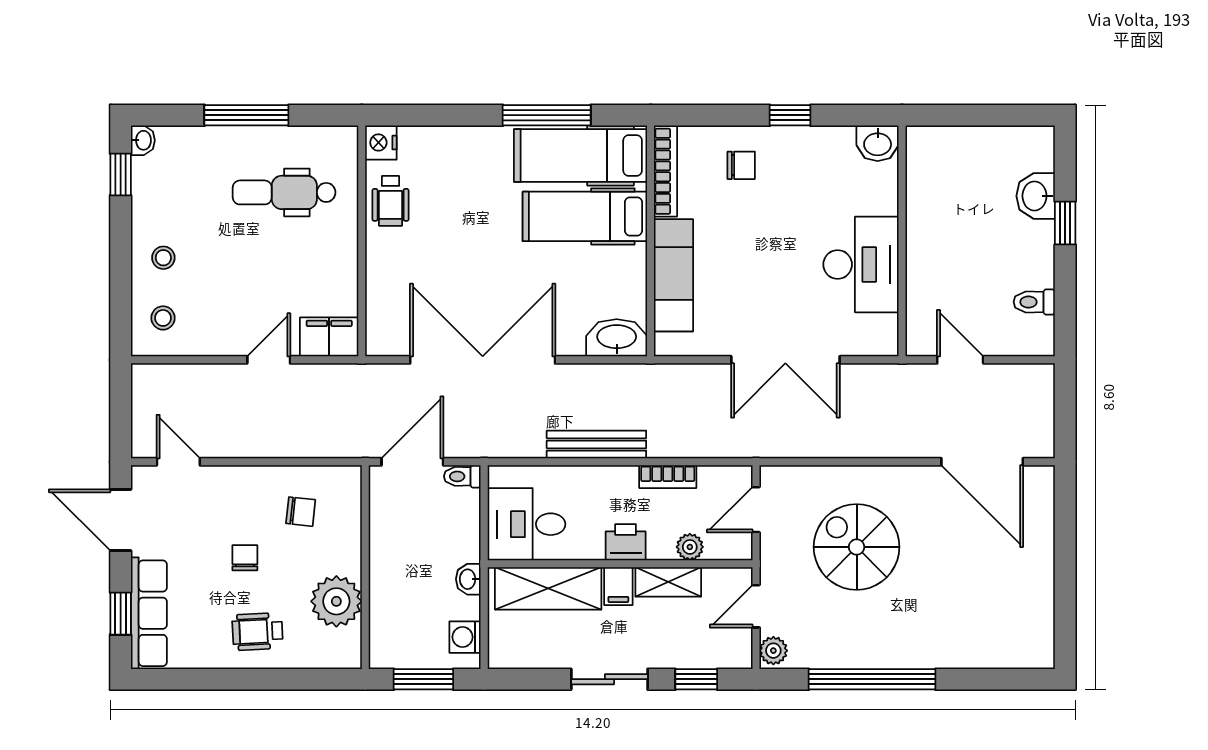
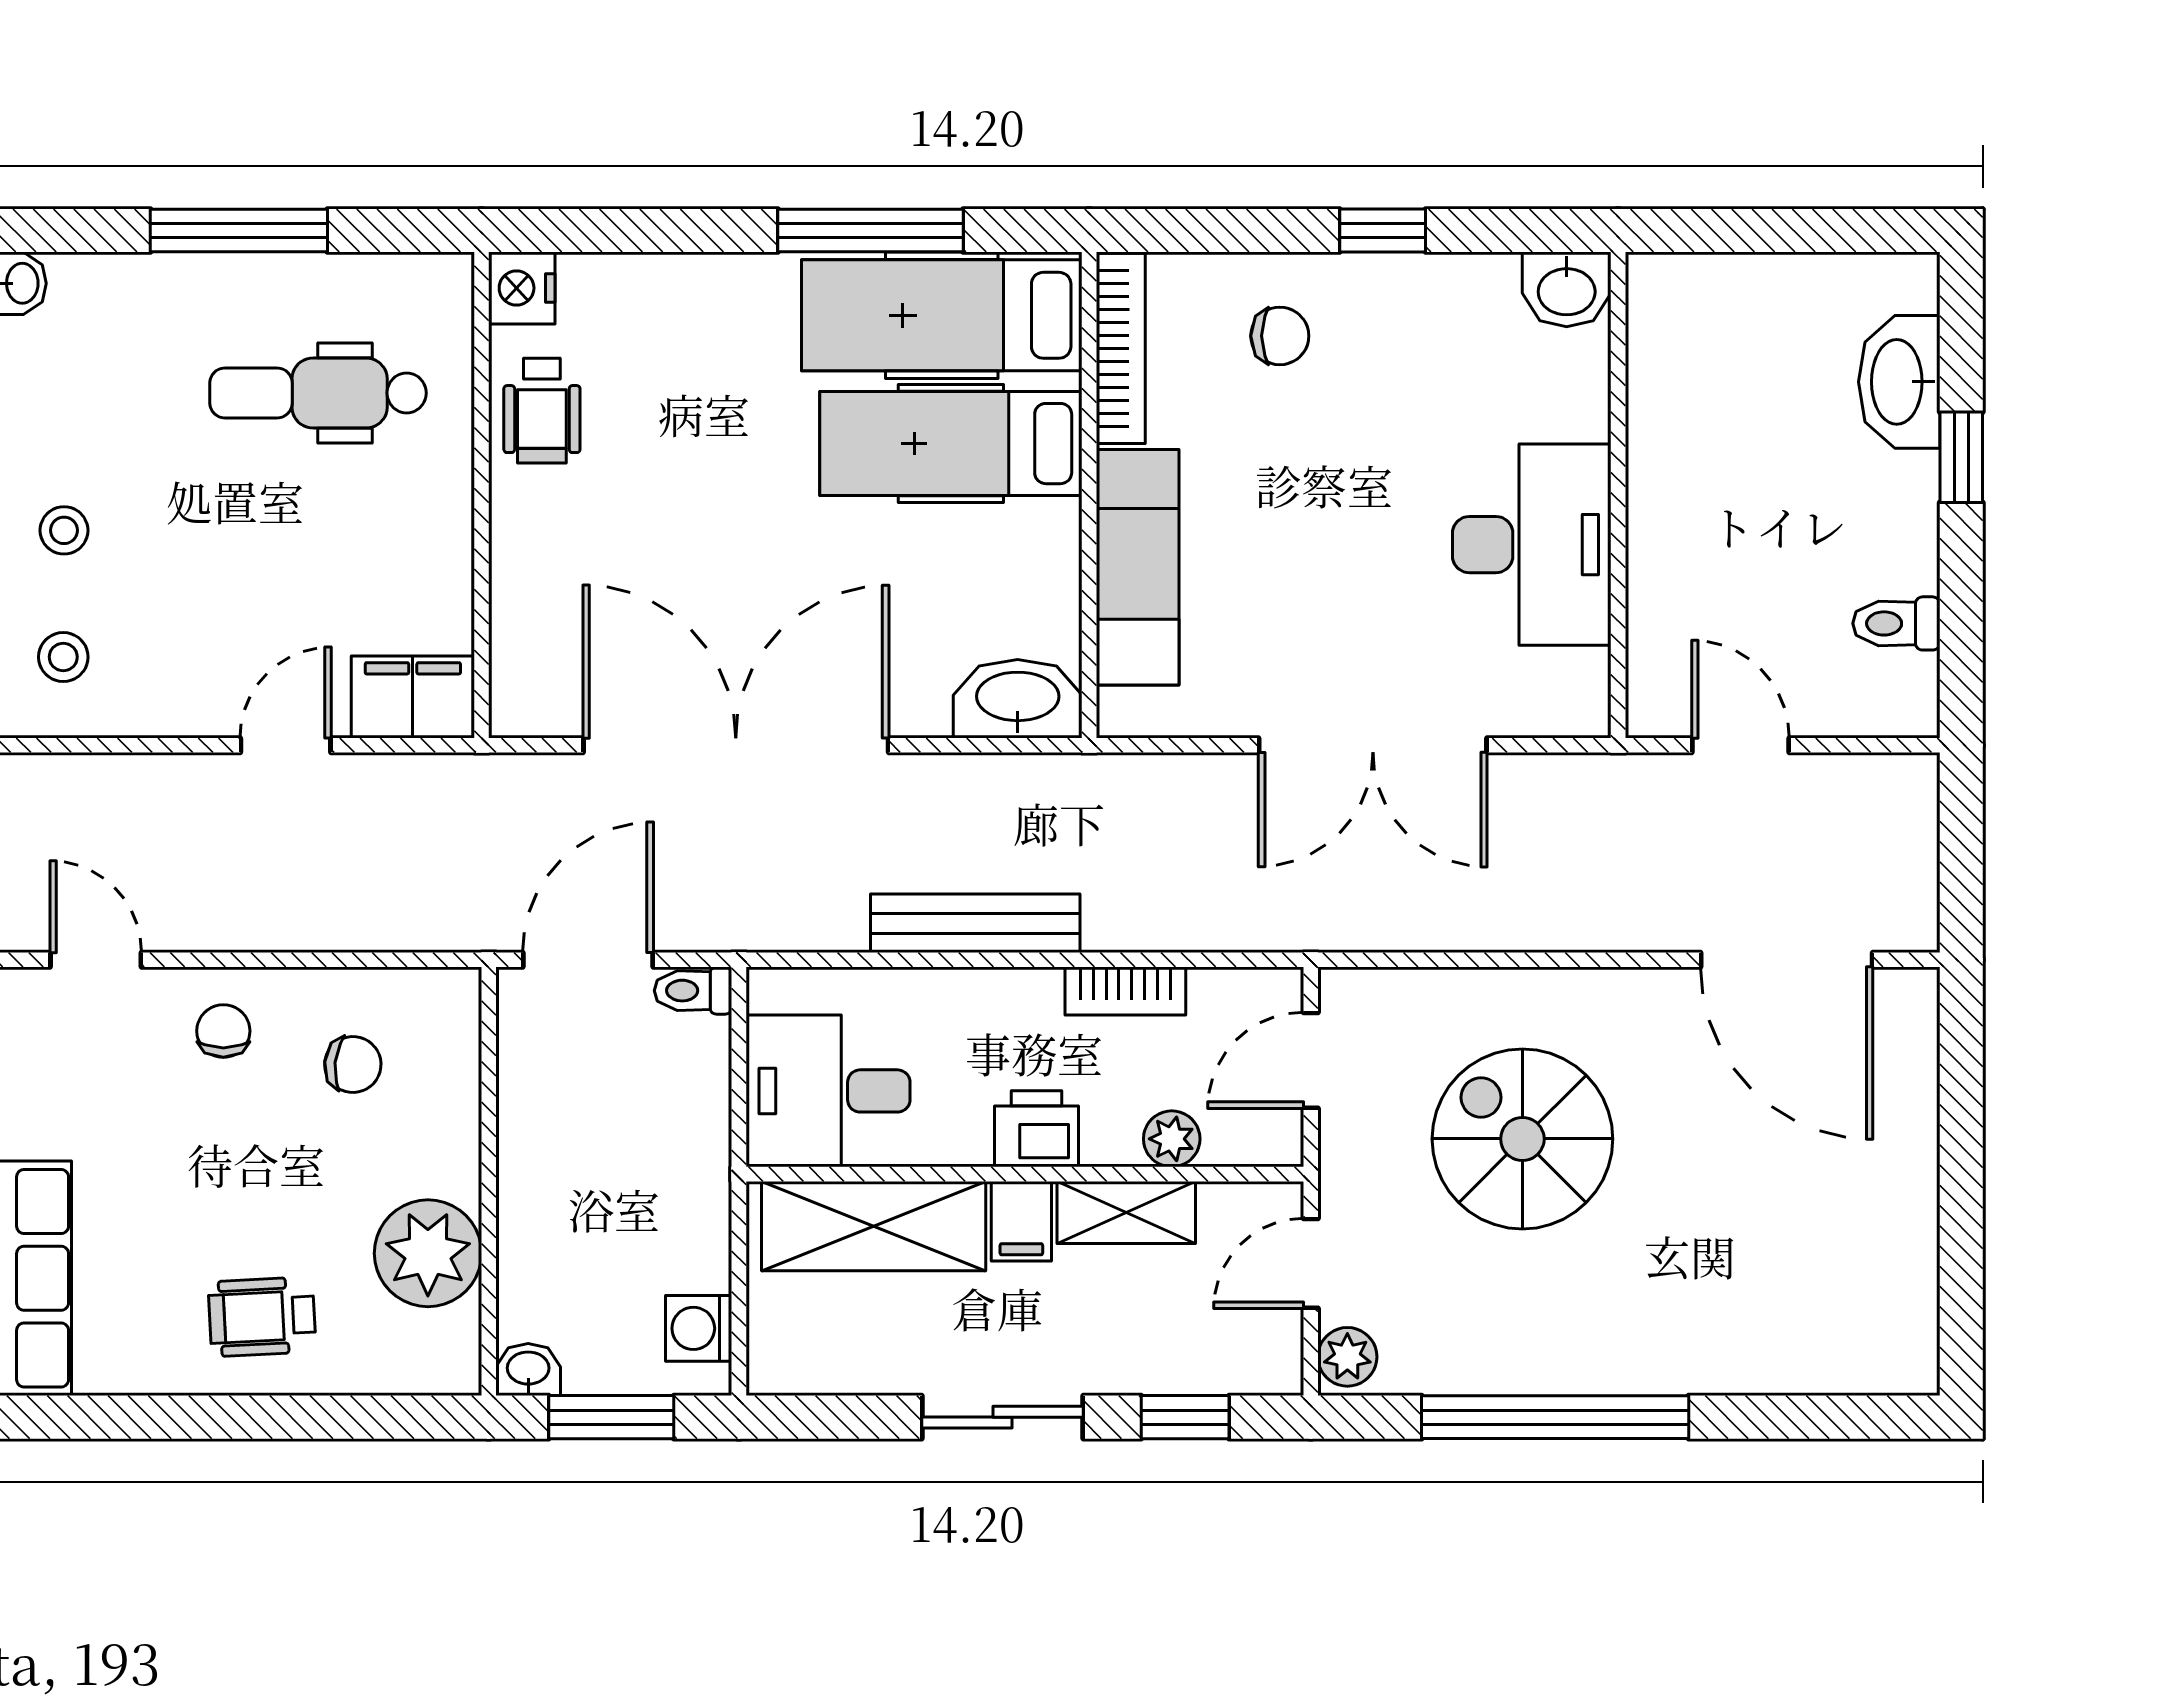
washbasin: (1036, 196) -> (1899, 382), width x1.38
chair: (245, 558) -> (223, 1031), moved
washbasin: (468, 579) -> (528, 1370), moved, turned 90

